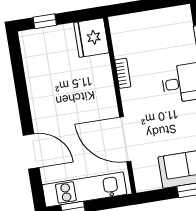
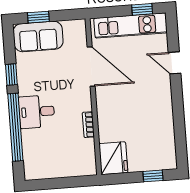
door: (31, 151) -> (175, 63), width x0.73

